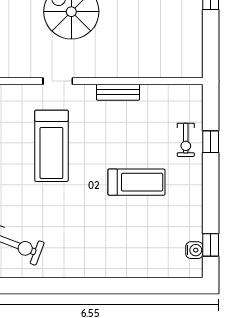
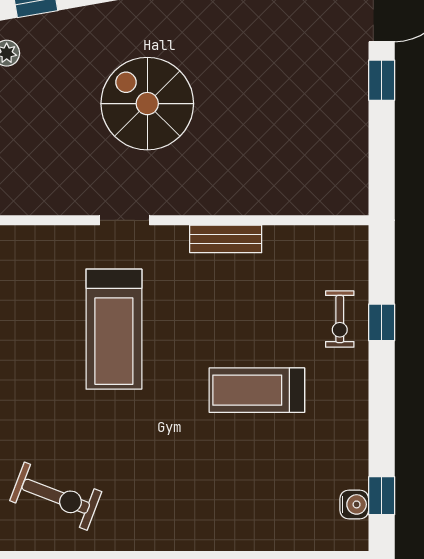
treadmill: (136, 182) -> (257, 390), turned 180

